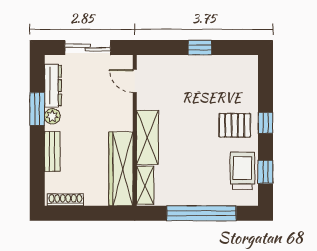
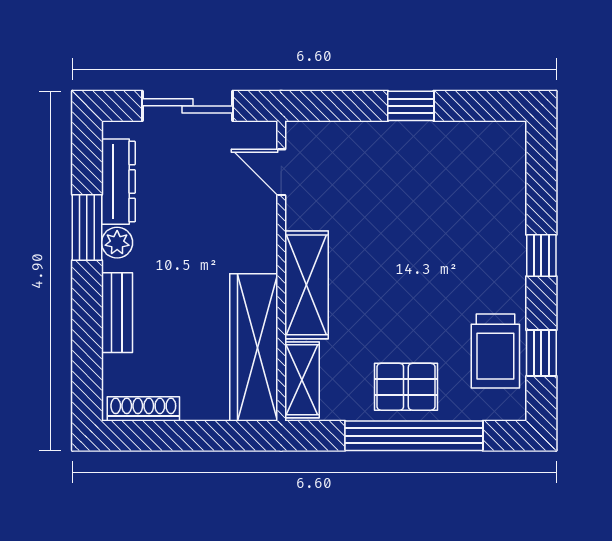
pallet: (235, 125) -> (406, 387), moved
trolley: (242, 171) -> (495, 351), turned 180

